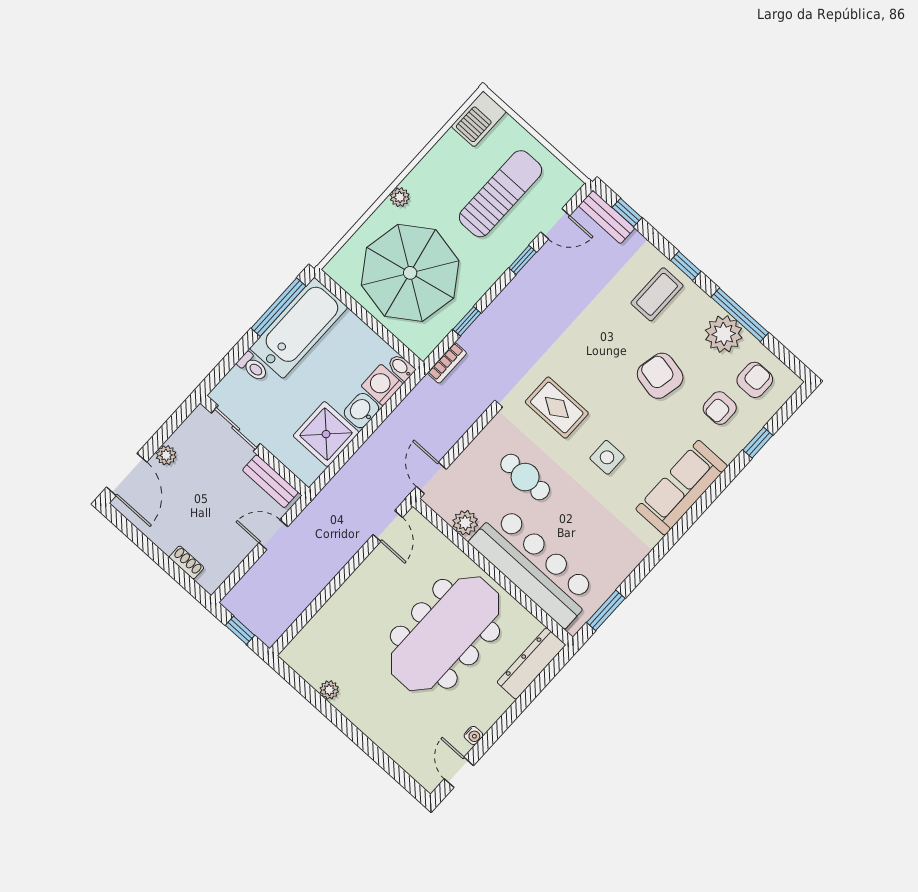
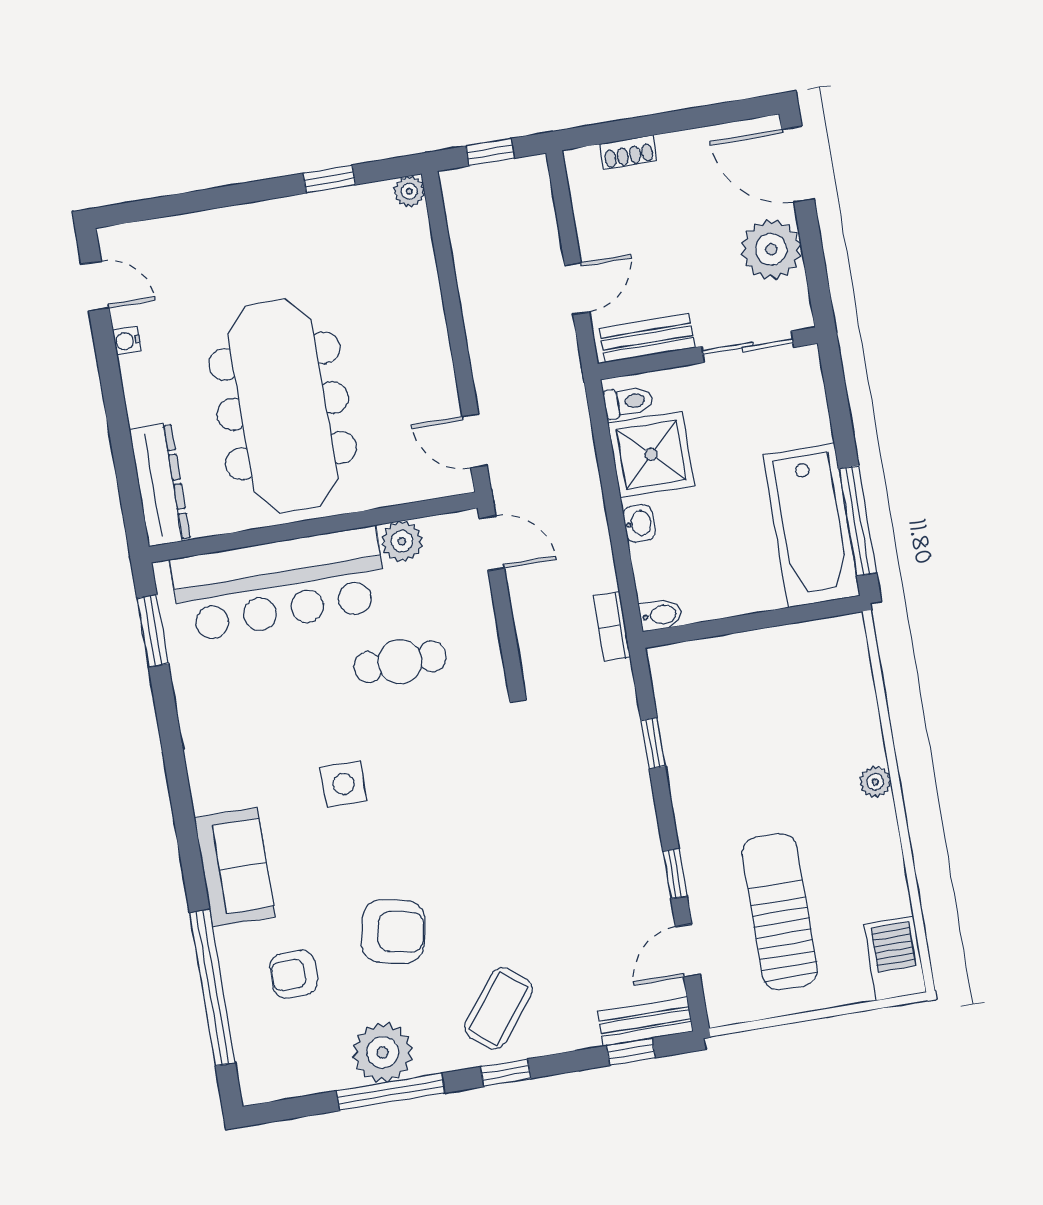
sun lounger: (501, 194) -> (780, 912), turned 180
parasol: (410, 273) -> (770, 720), removed
coffee table: (657, 294) -> (498, 1008), turned 38
bookcase: (447, 363) -> (612, 626), moved
toilet: (253, 367) -> (628, 402), moved, turned 180
armchair: (755, 380) -> (294, 1046), removed
washing machine: (382, 385) -> (657, 573), removed
rug: (557, 408) -> (456, 770), removed
armchair: (720, 408) -> (294, 974), turned -90
washbasin: (361, 411) -> (639, 523), width x0.72, depth x0.69
window: (758, 443) -> (212, 988), width x3.17
plant: (166, 455) -> (771, 249), width x1.87, depth x1.87
sofa: (682, 488) -> (235, 867), width x0.73
plant: (329, 690) -> (409, 191), moved
window: (316, 699) -> (329, 179), added

